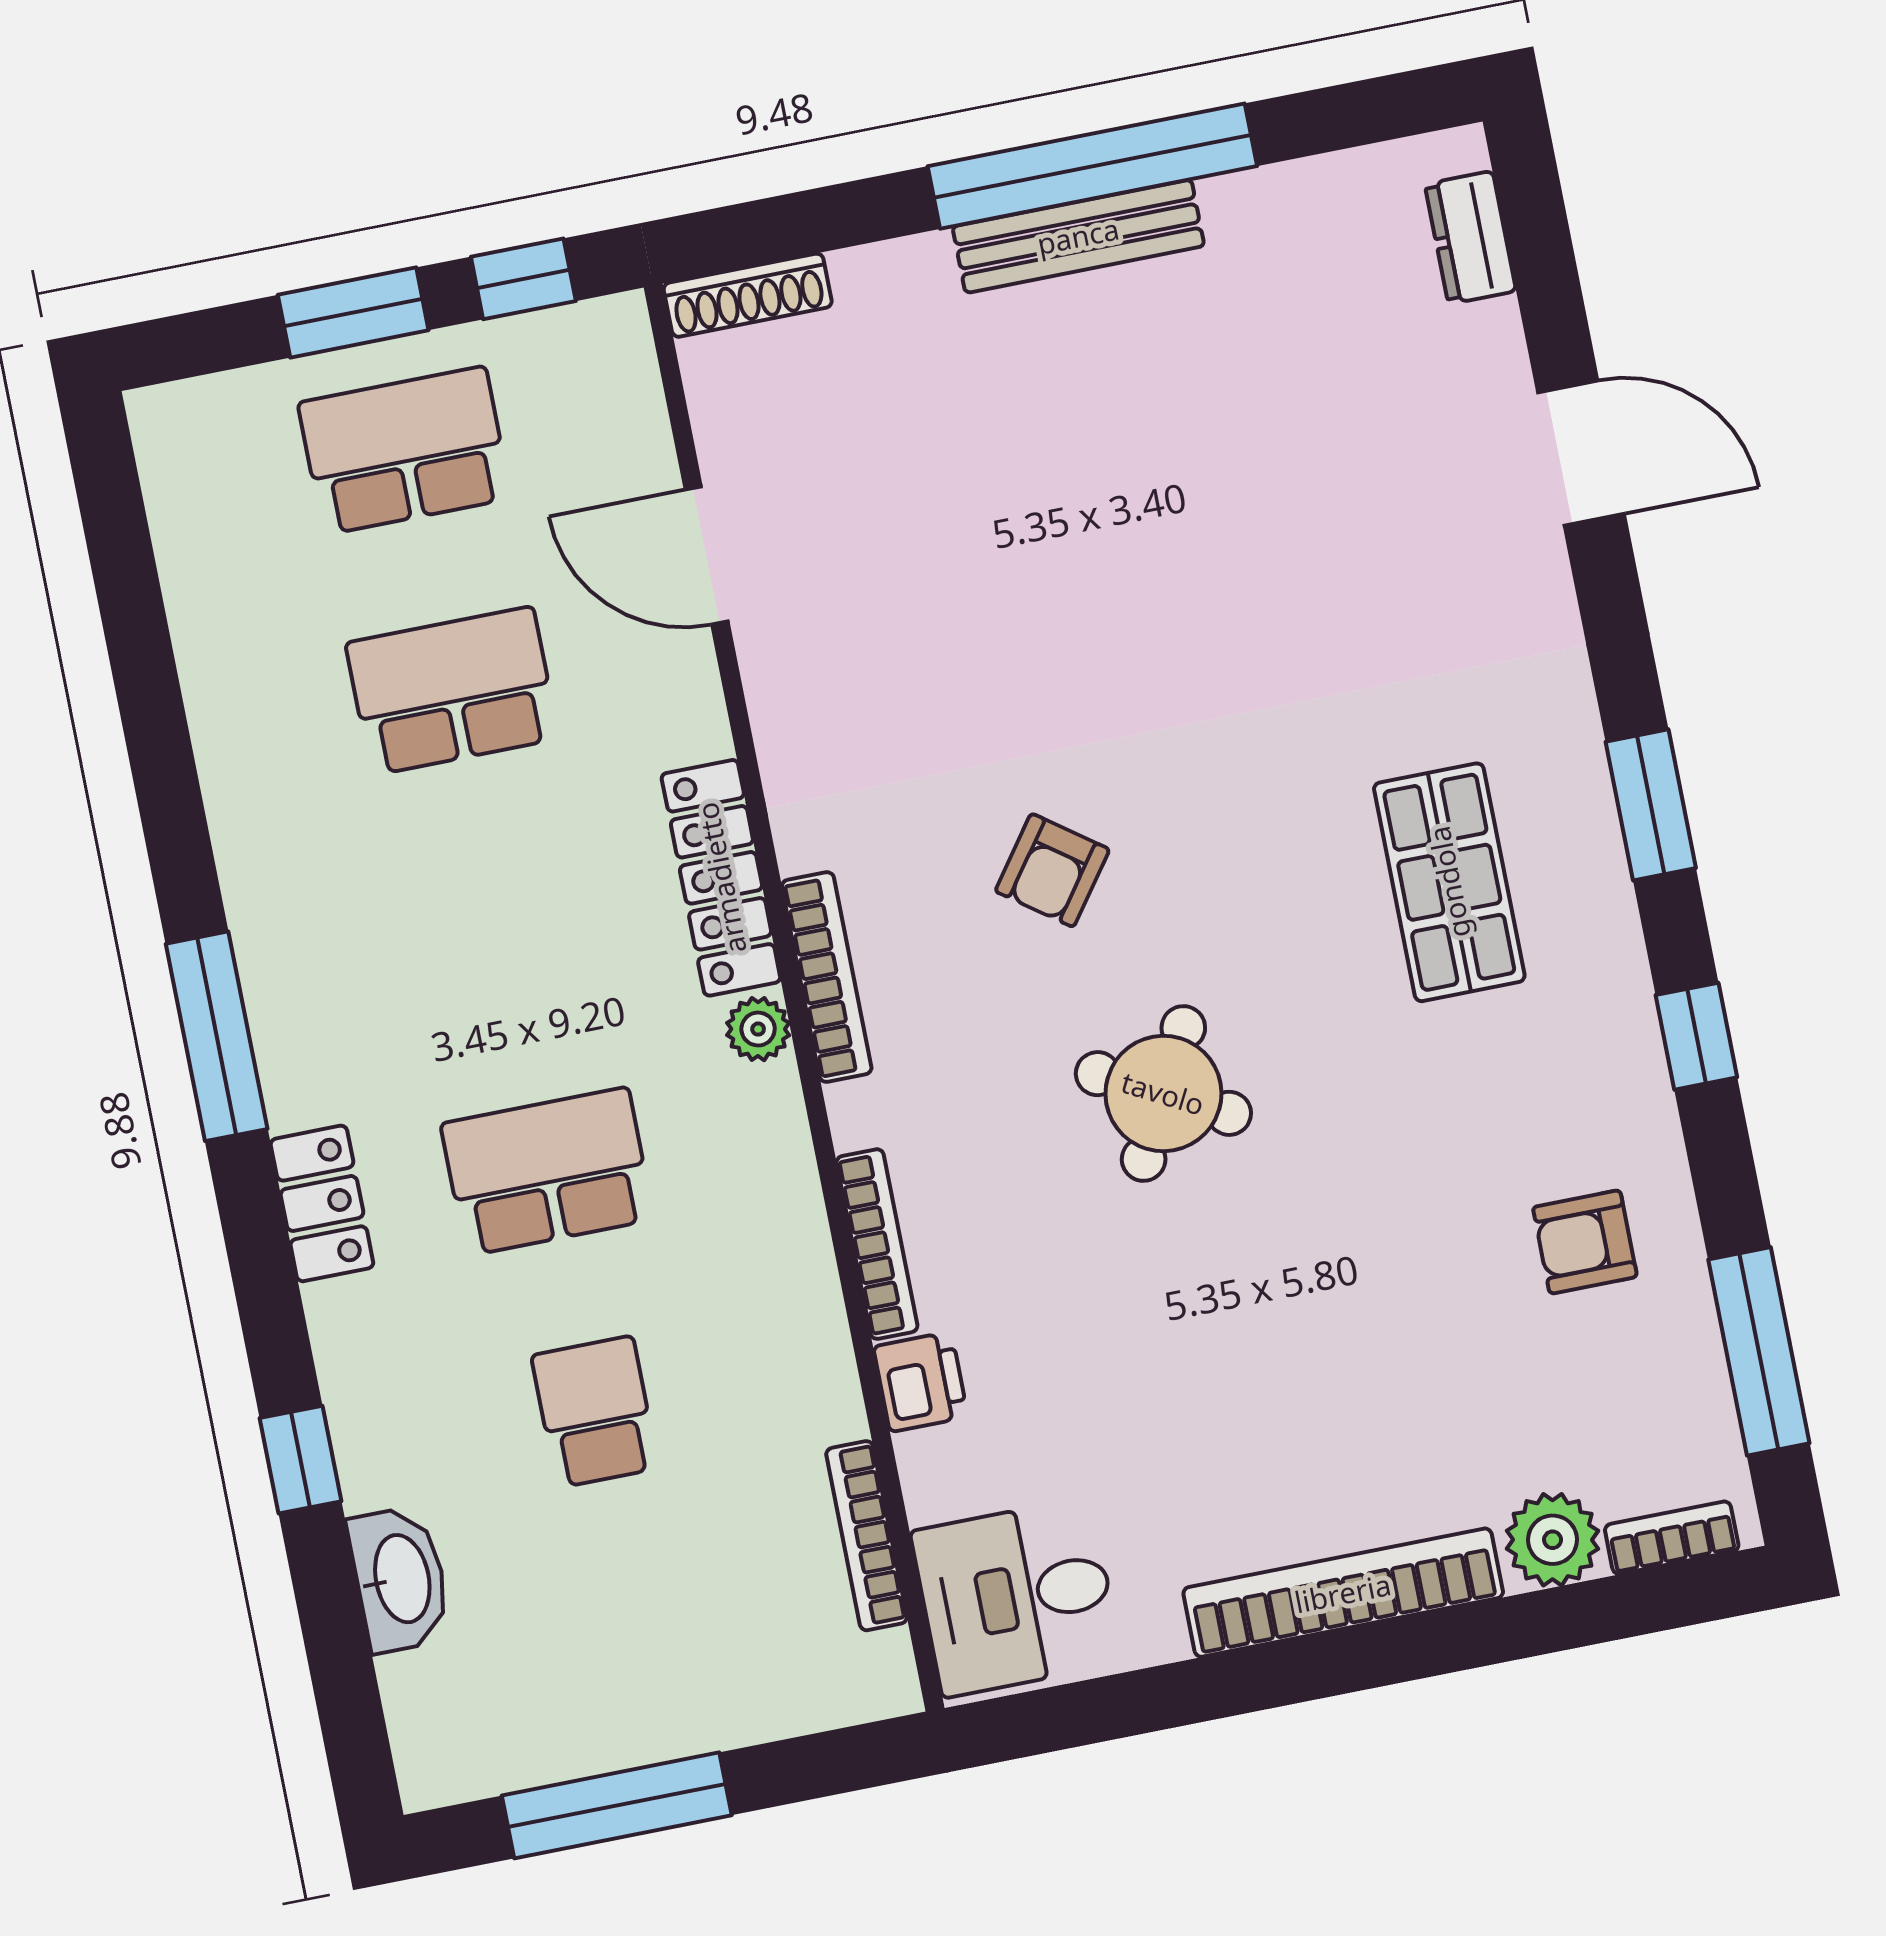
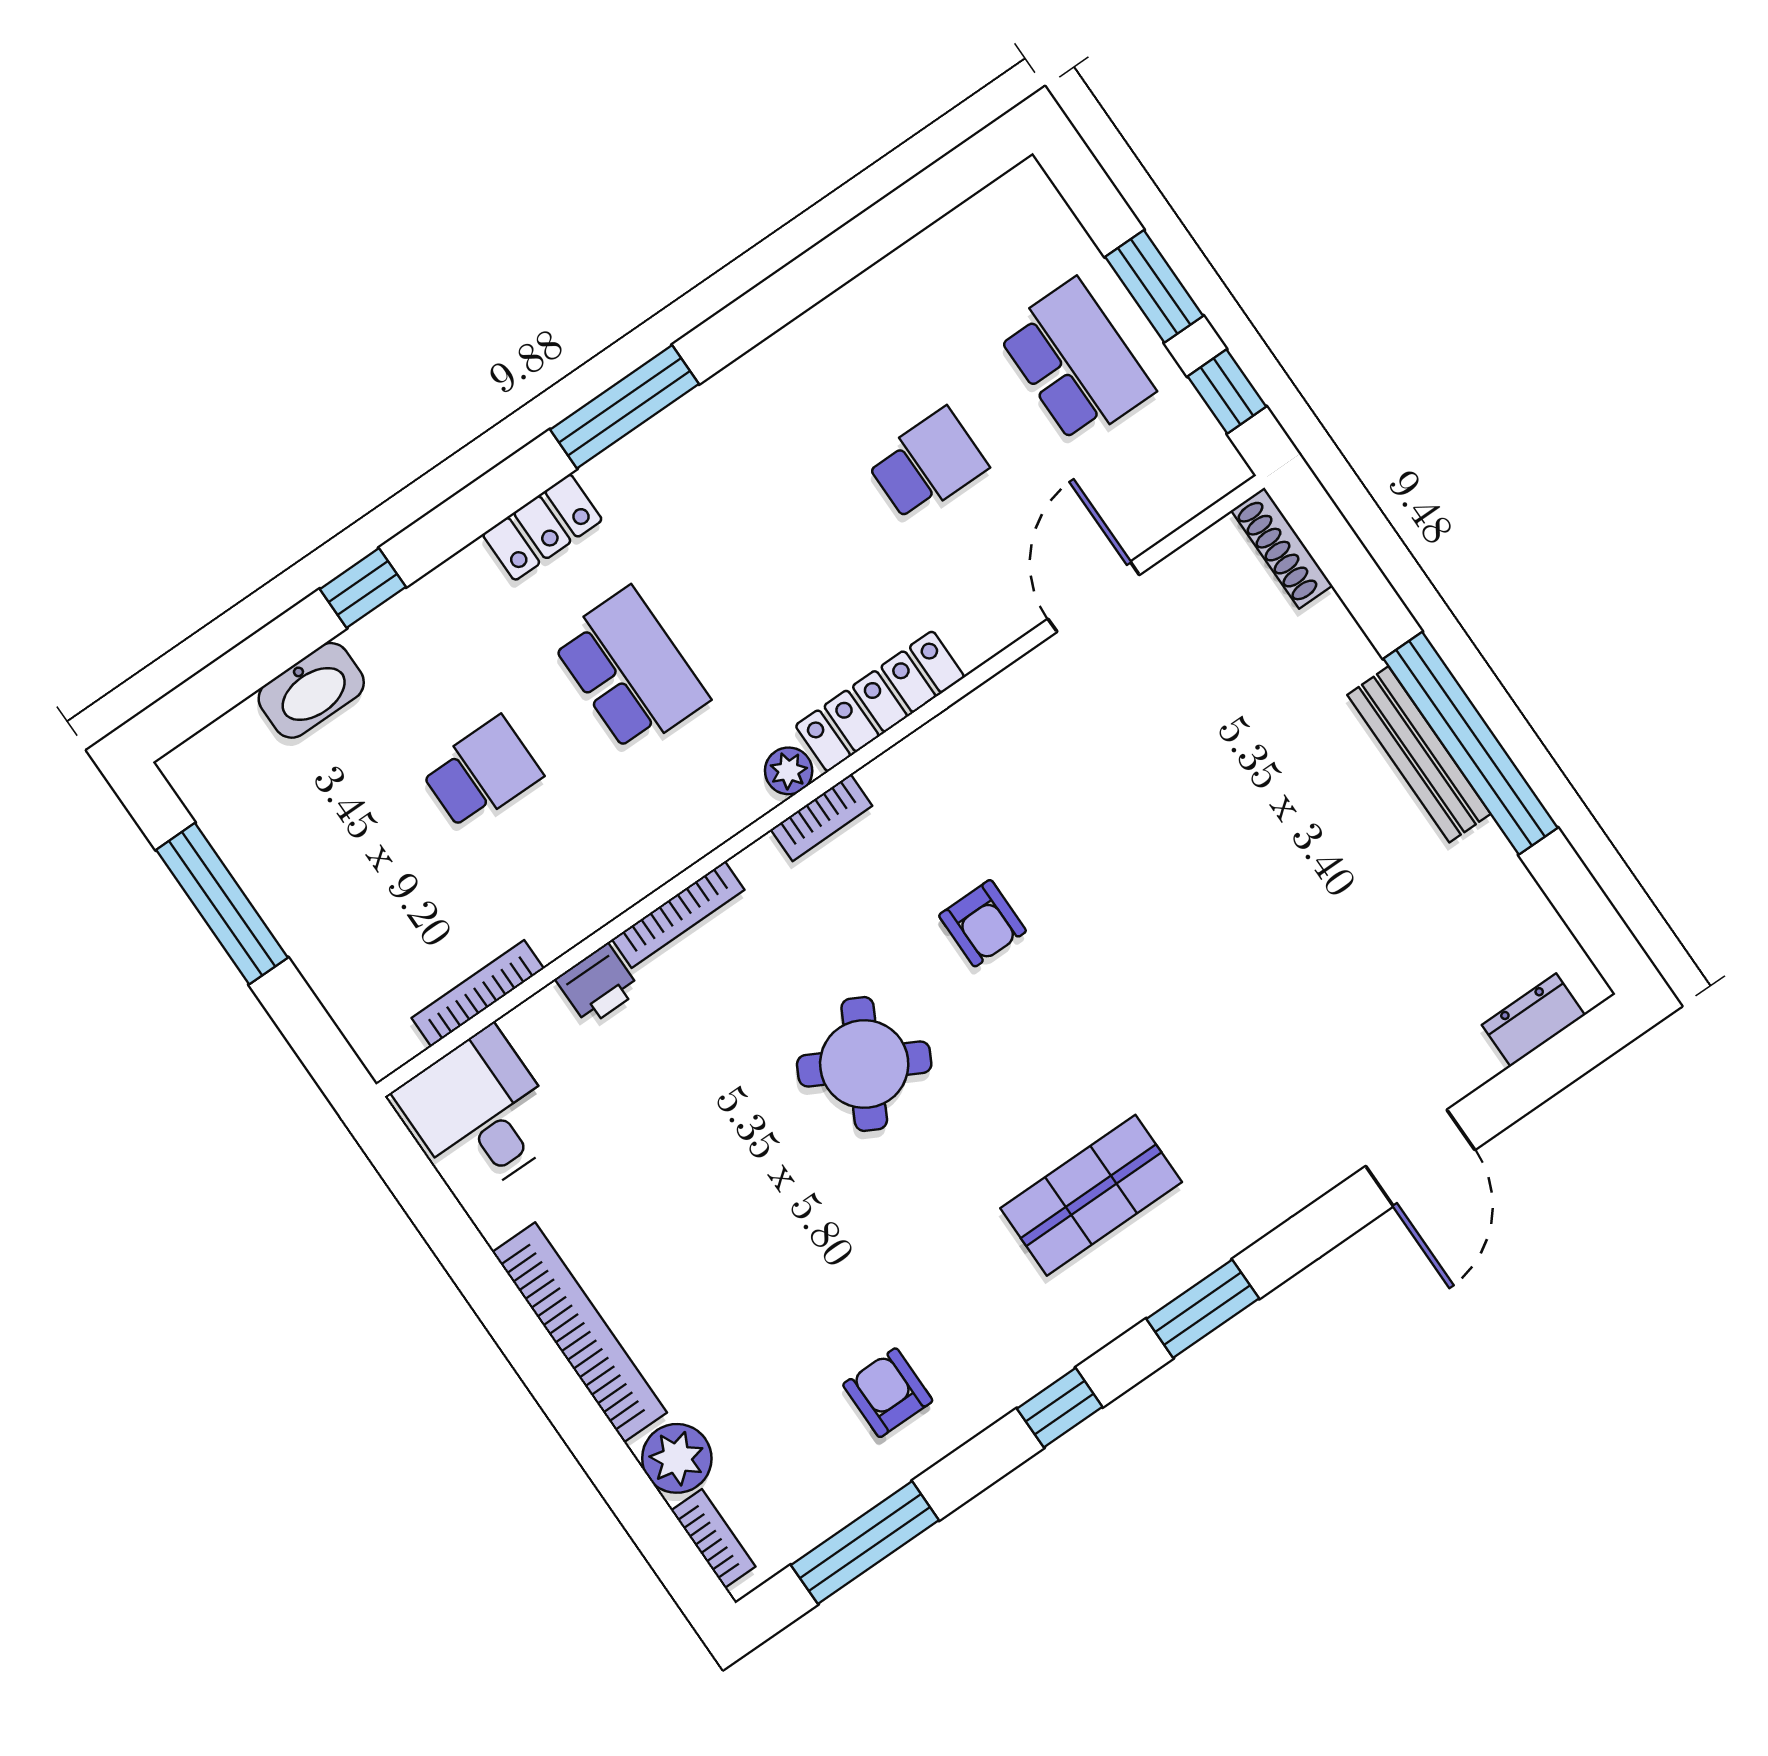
school desk: (452, 691) -> (927, 465), width x0.54
armchair: (1052, 870) -> (983, 923), turned -126
bookcase: (827, 977) -> (821, 818), width x0.64

